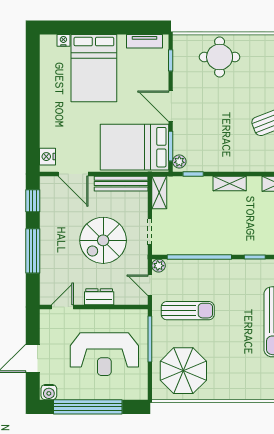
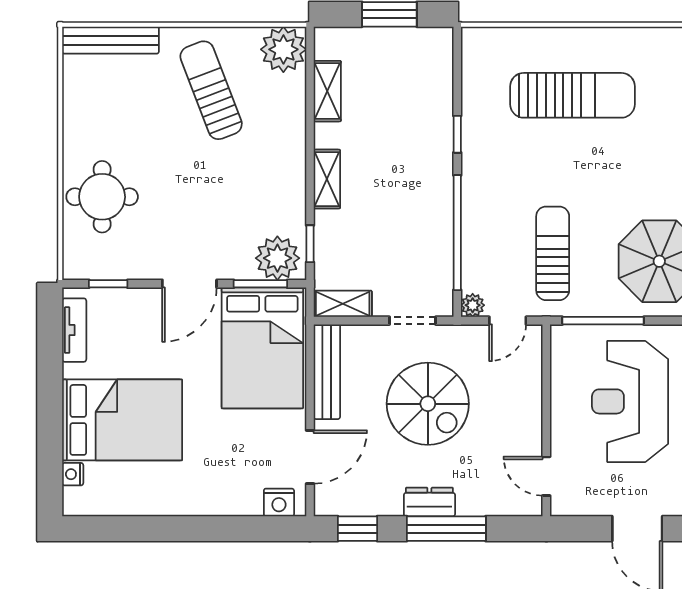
plant: (179, 162) -> (277, 258), width x1.87, depth x1.87
dresser: (99, 297) -> (429, 502), moved, turned 90
reception desk: (104, 354) -> (630, 401), turned 180

